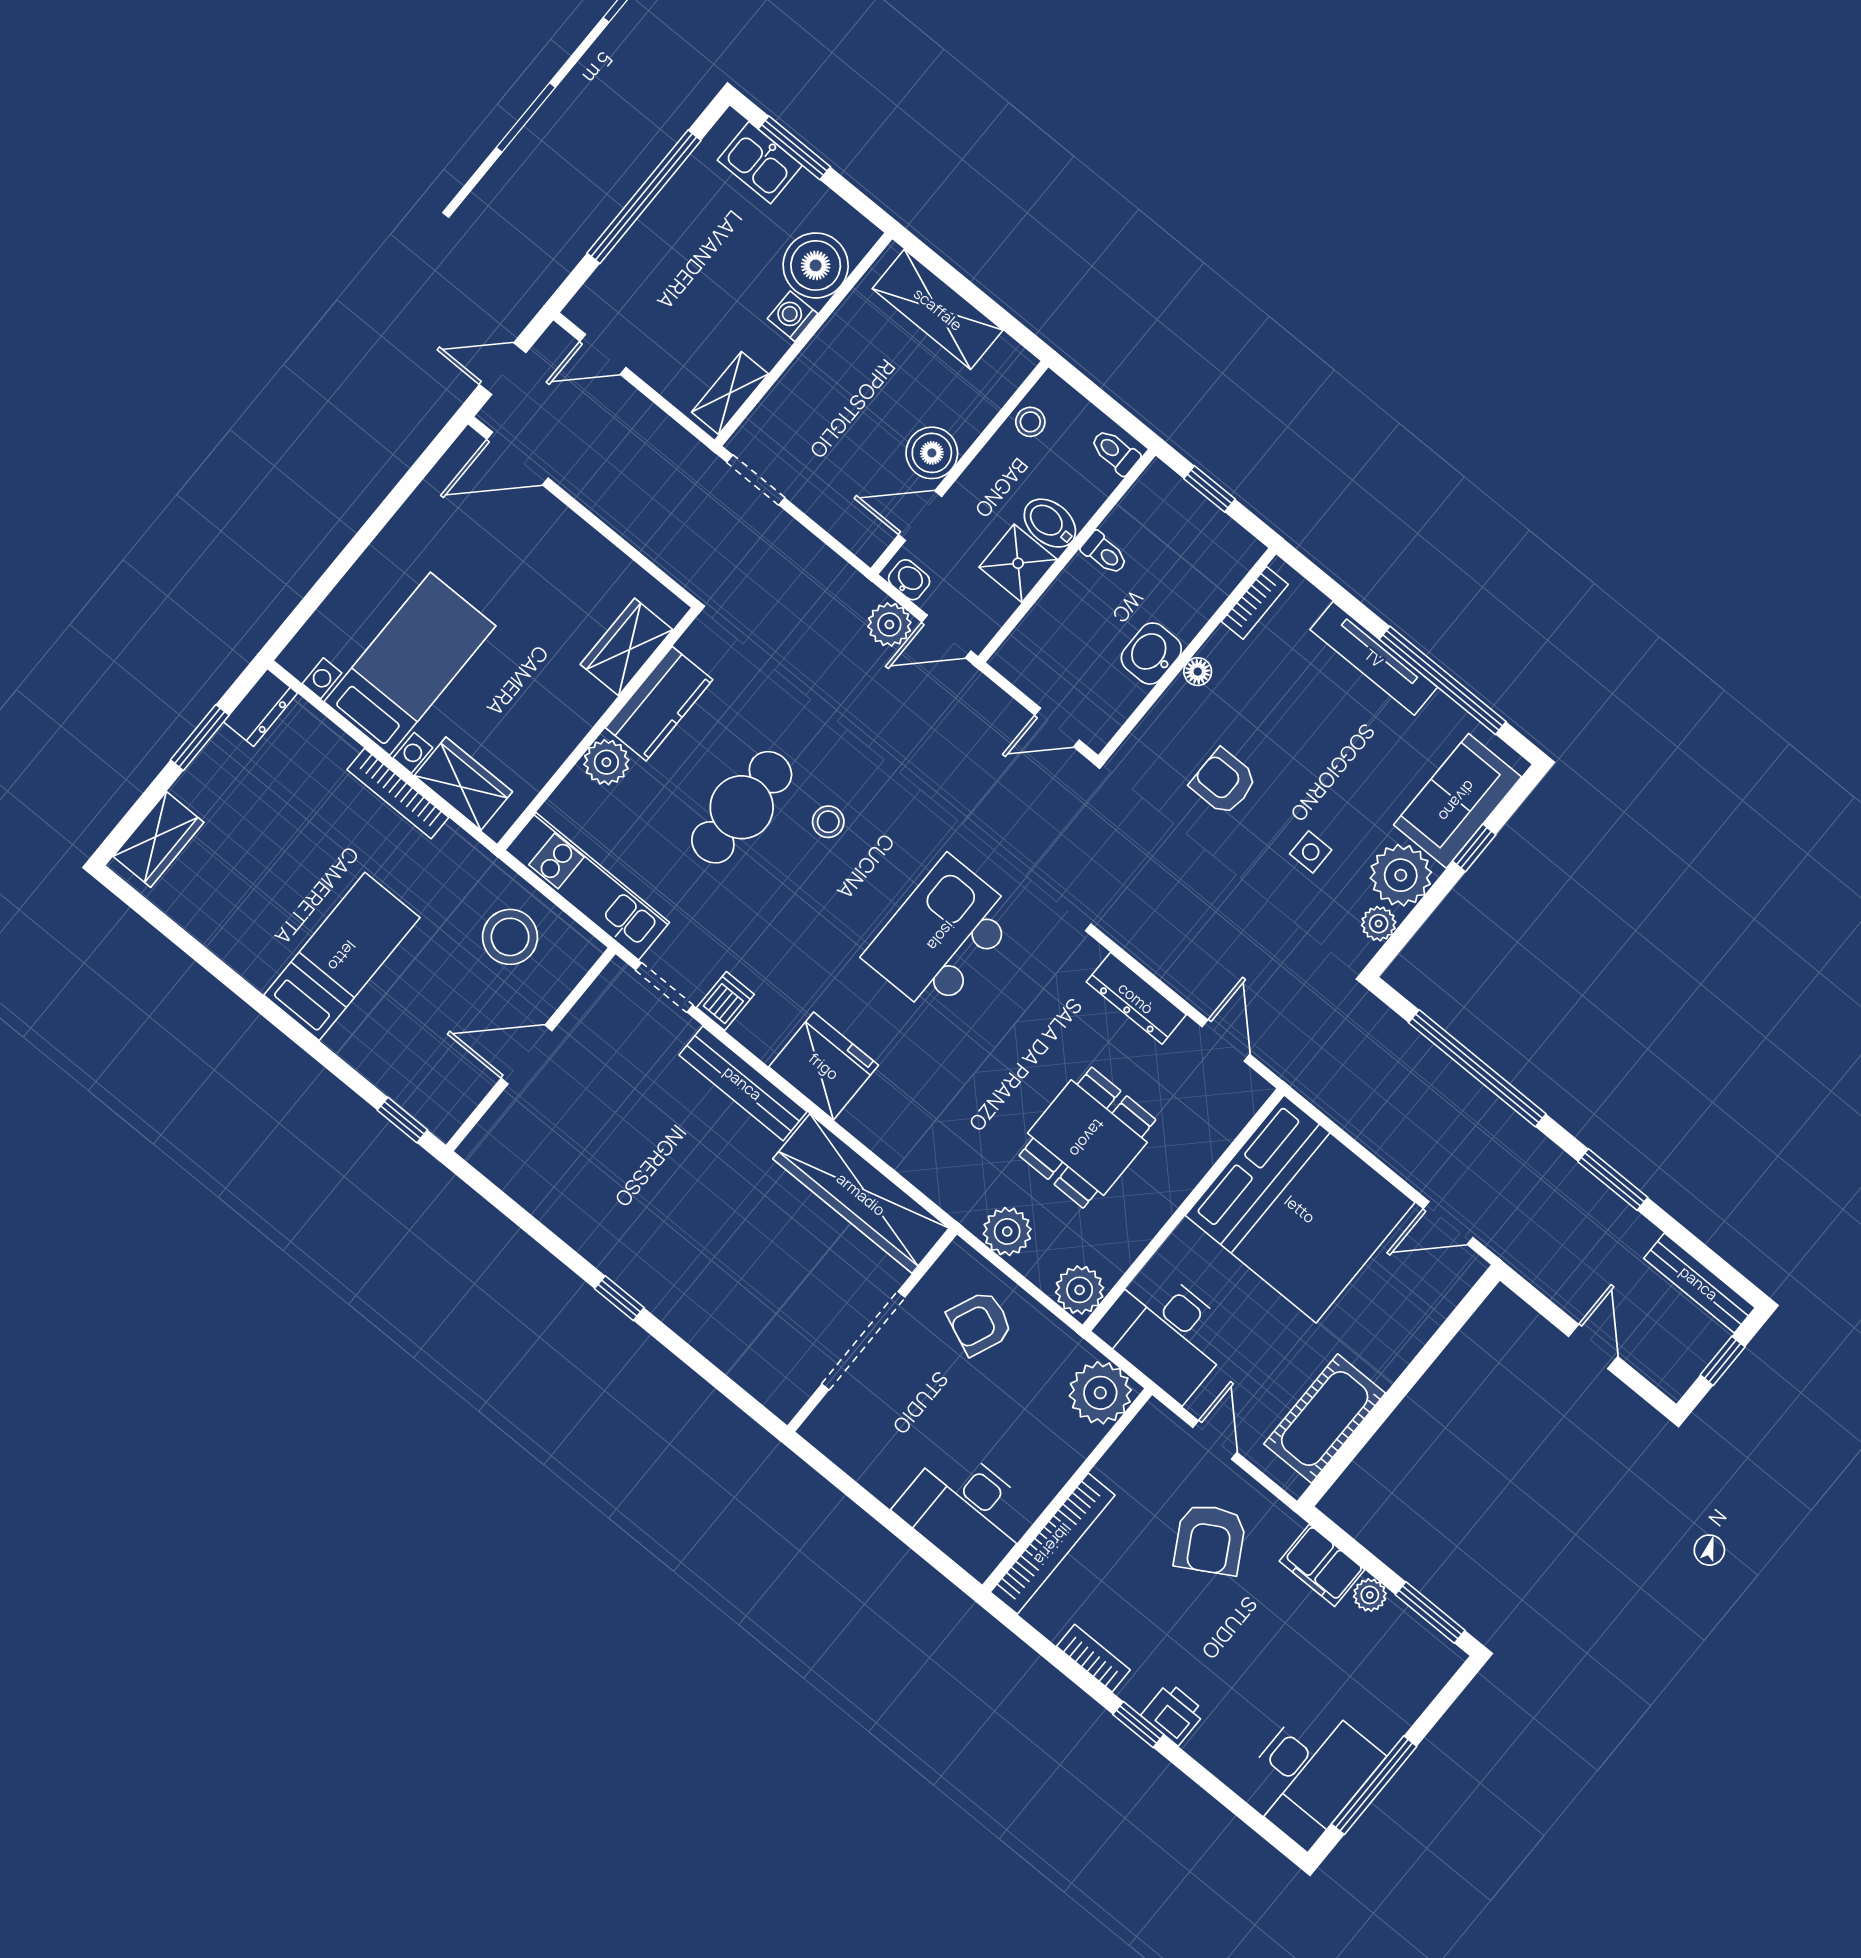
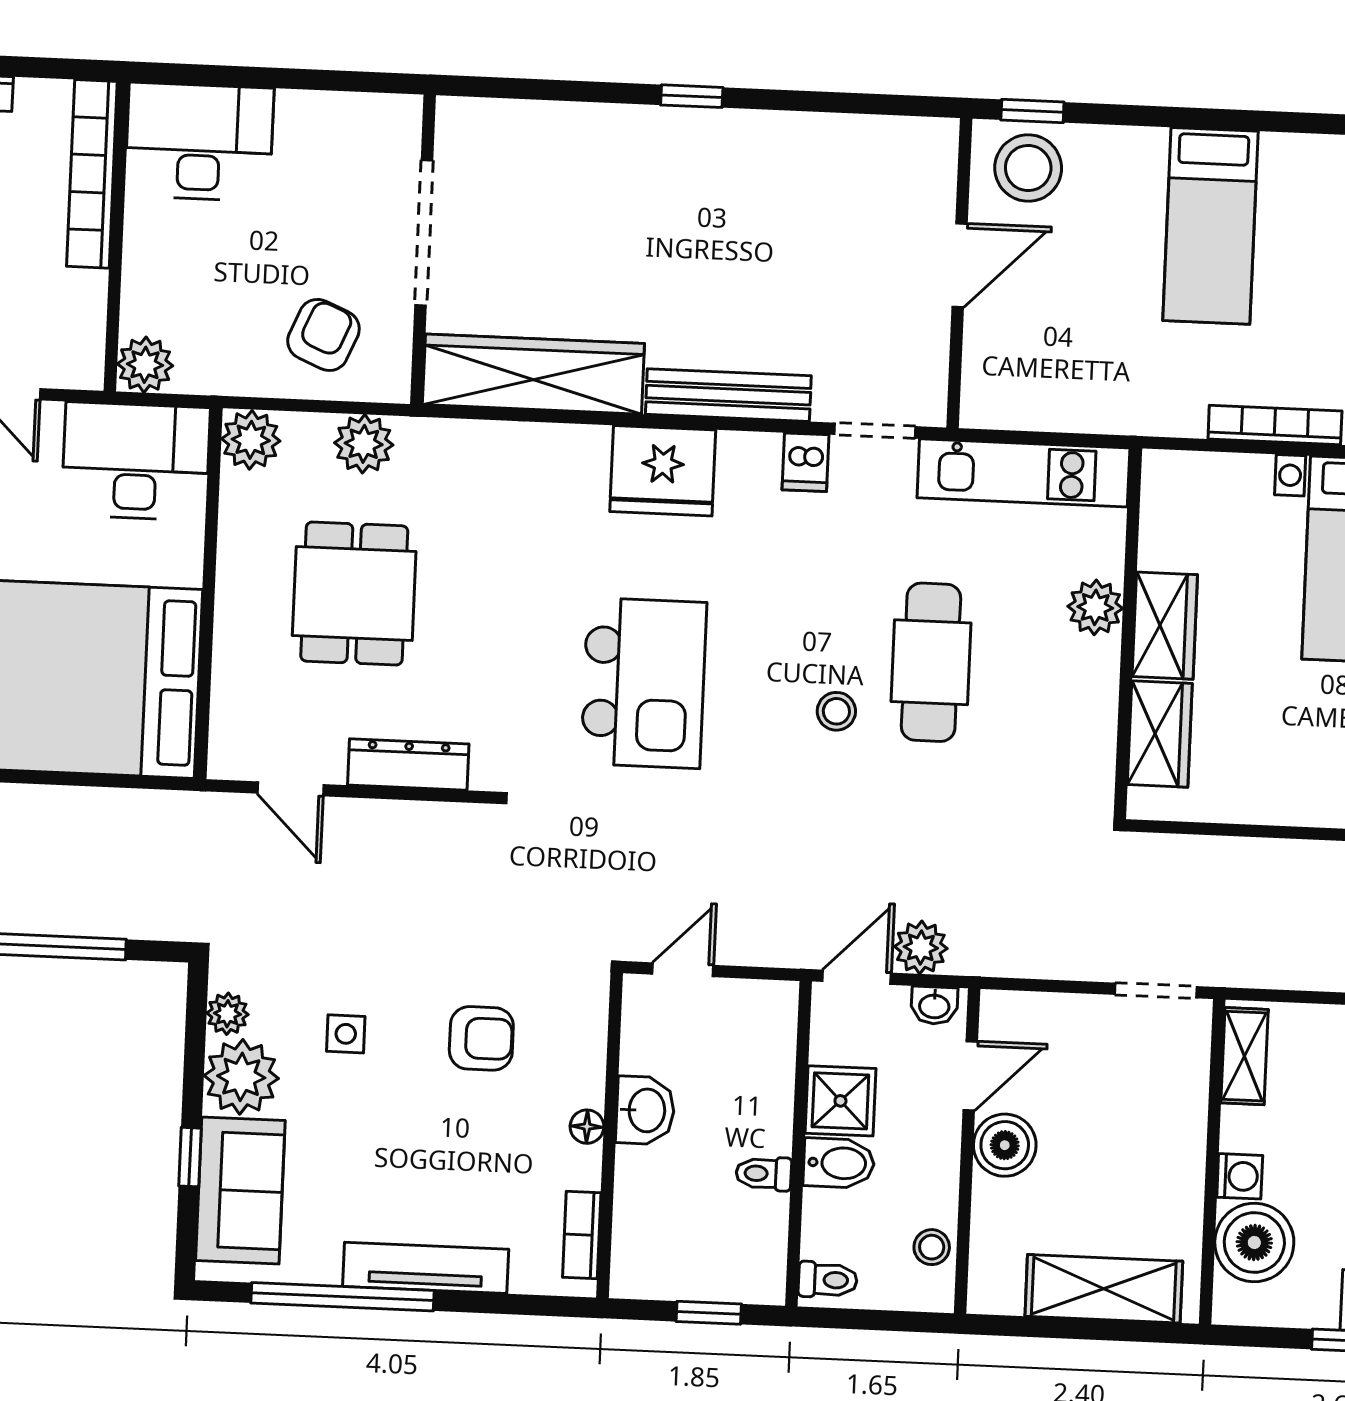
kitchen counter: (659, 704) -> (1087, 703), removed
wardrobe: (463, 784) -> (1165, 626), moved, turned -90
stool: (510, 937) -> (1028, 168), moved
plant: (1100, 1393) -> (145, 365), width x0.73, depth x0.73

